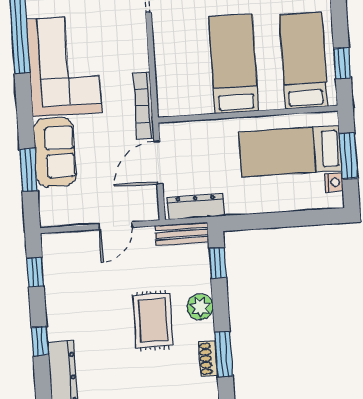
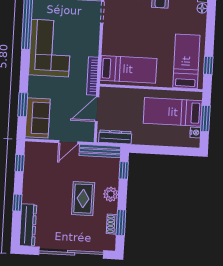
bed: (234, 64) -> (128, 69), moved, turned 90
sofa: (55, 152) -> (38, 118), moved
bench: (182, 234) -> (100, 151), width x1.36

